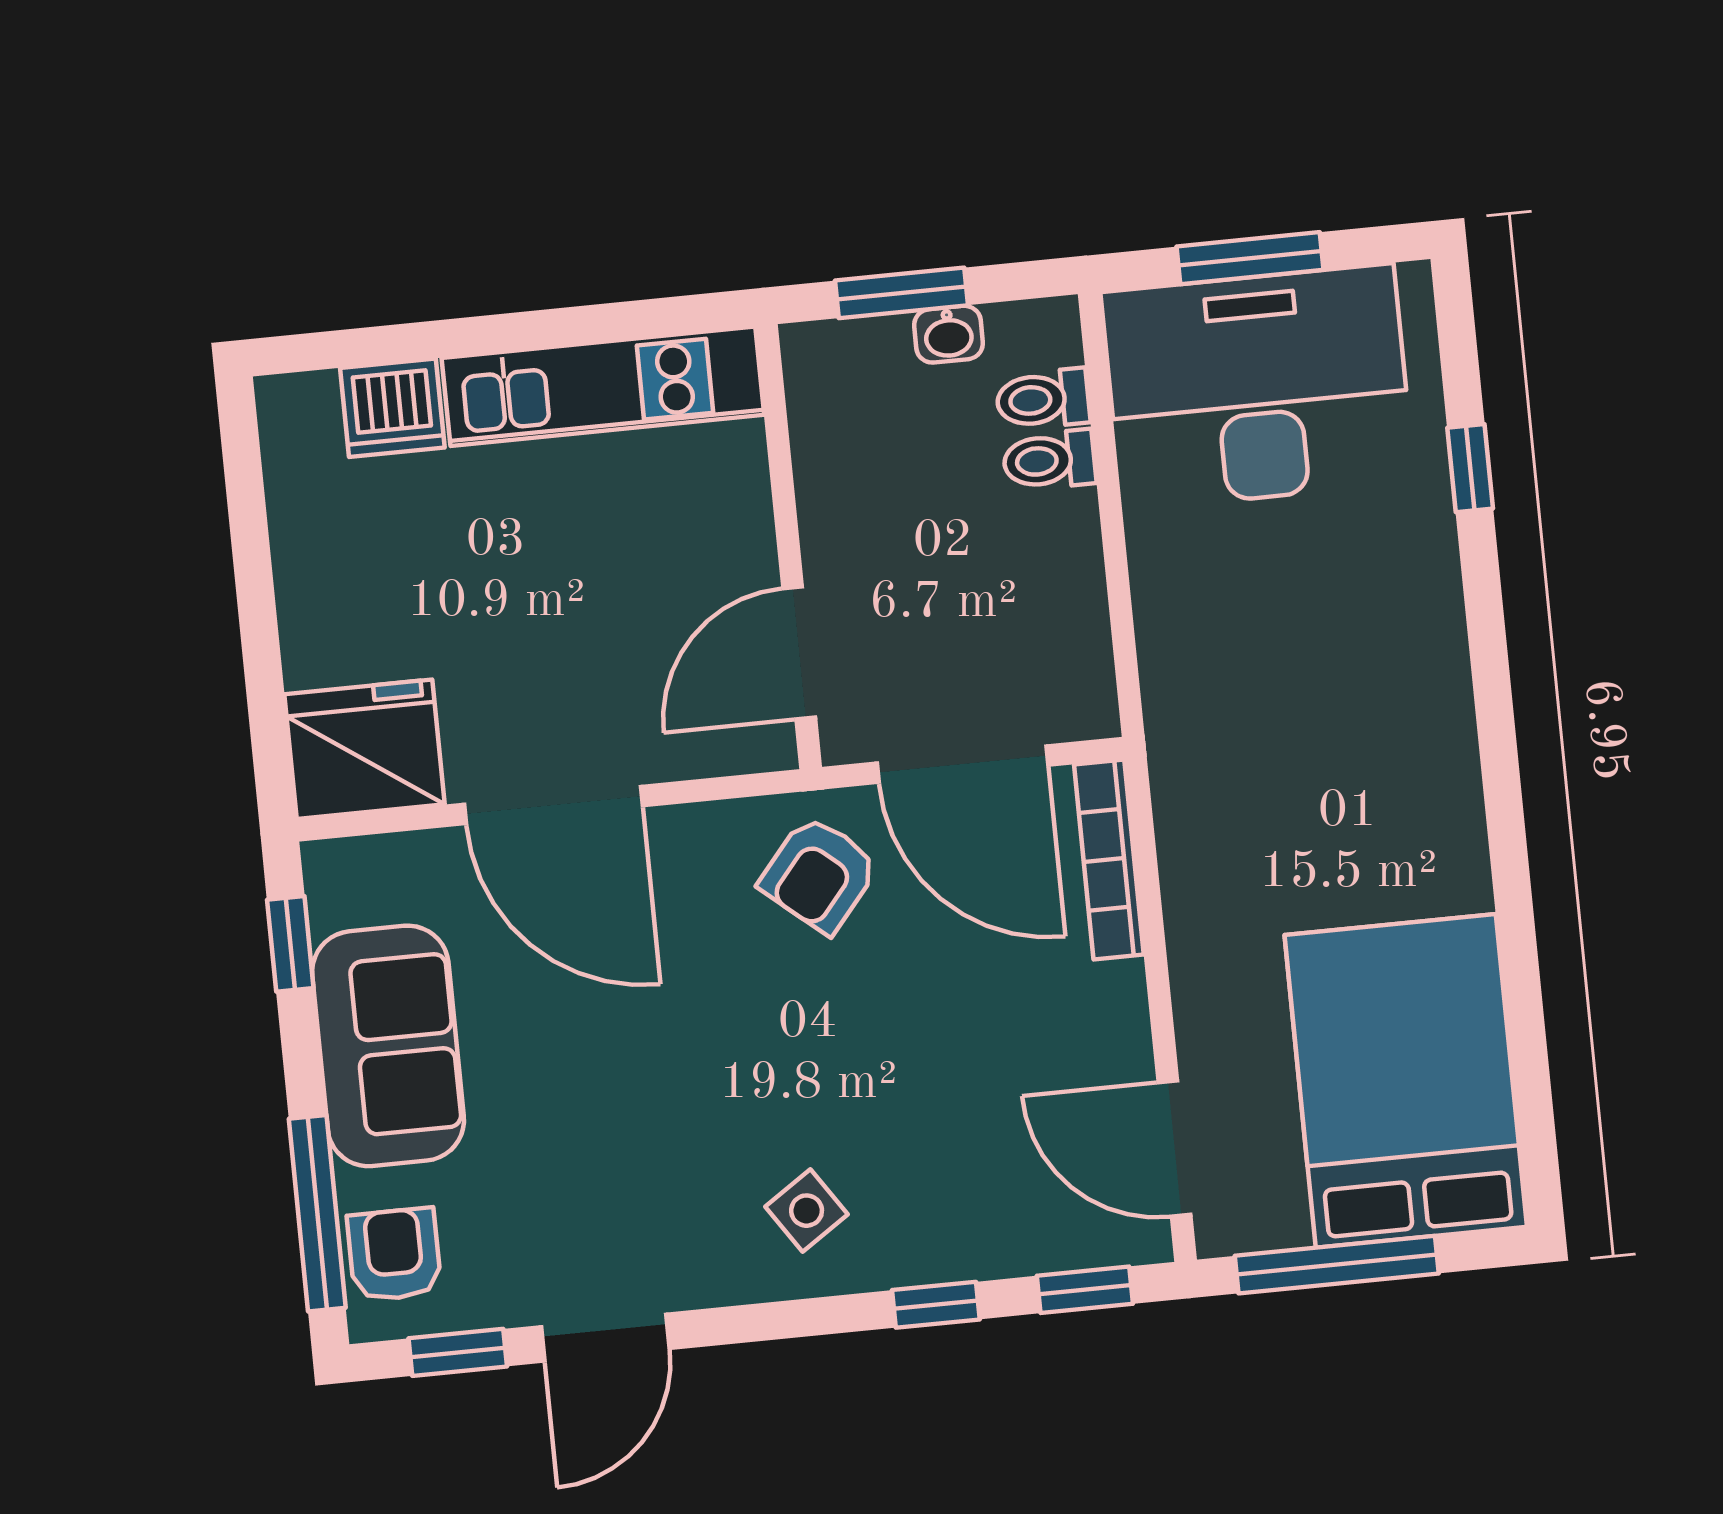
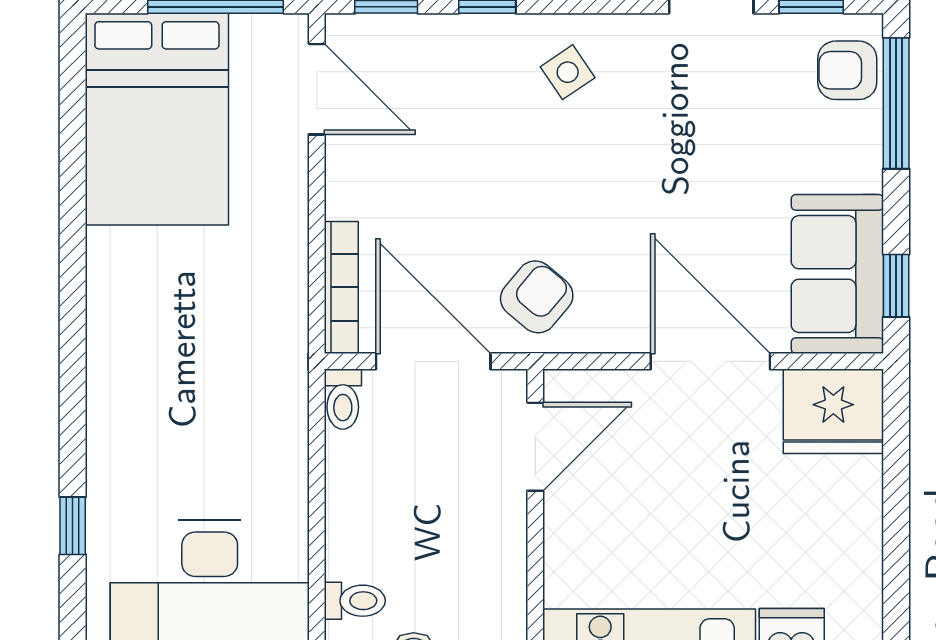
toilet: (1049, 460) -> (343, 399), moved, turned 90
sofa: (388, 1046) -> (837, 274), moved
armchair: (394, 1255) -> (847, 70), turned 90

